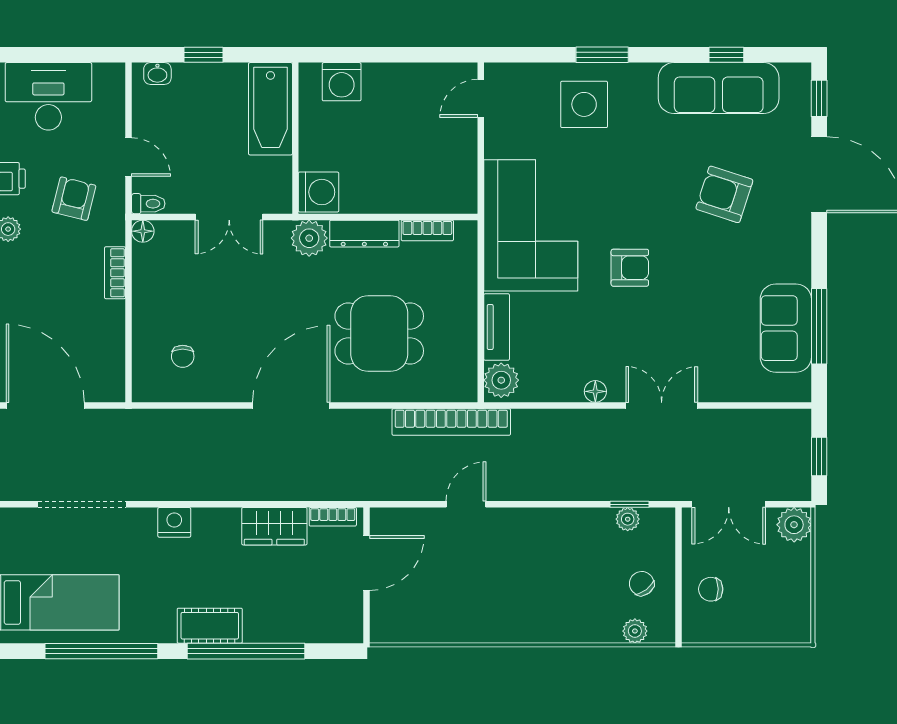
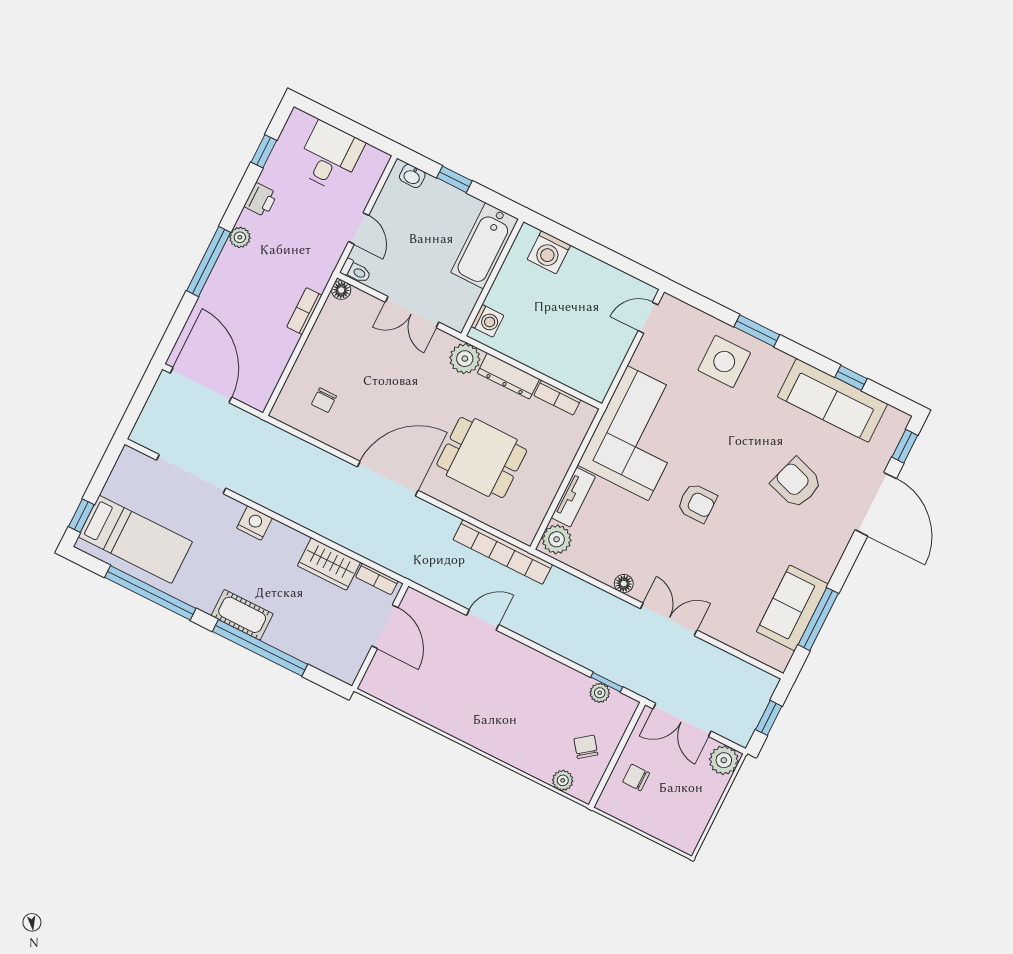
desk: (48, 96) -> (330, 156), width x0.73
washing machine: (319, 192) -> (487, 321), width x0.73, depth x0.73
armchair: (74, 199) -> (301, 239), removed
door: (366, 563) -> (385, 627), hinge flipped

